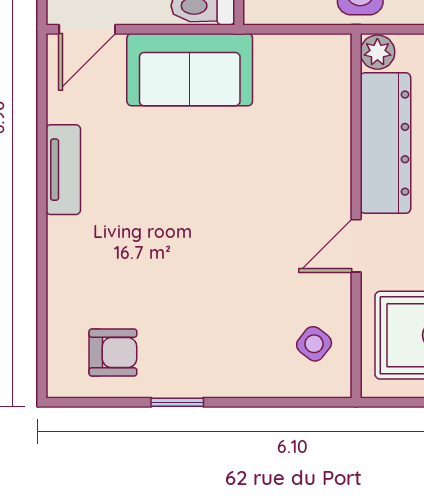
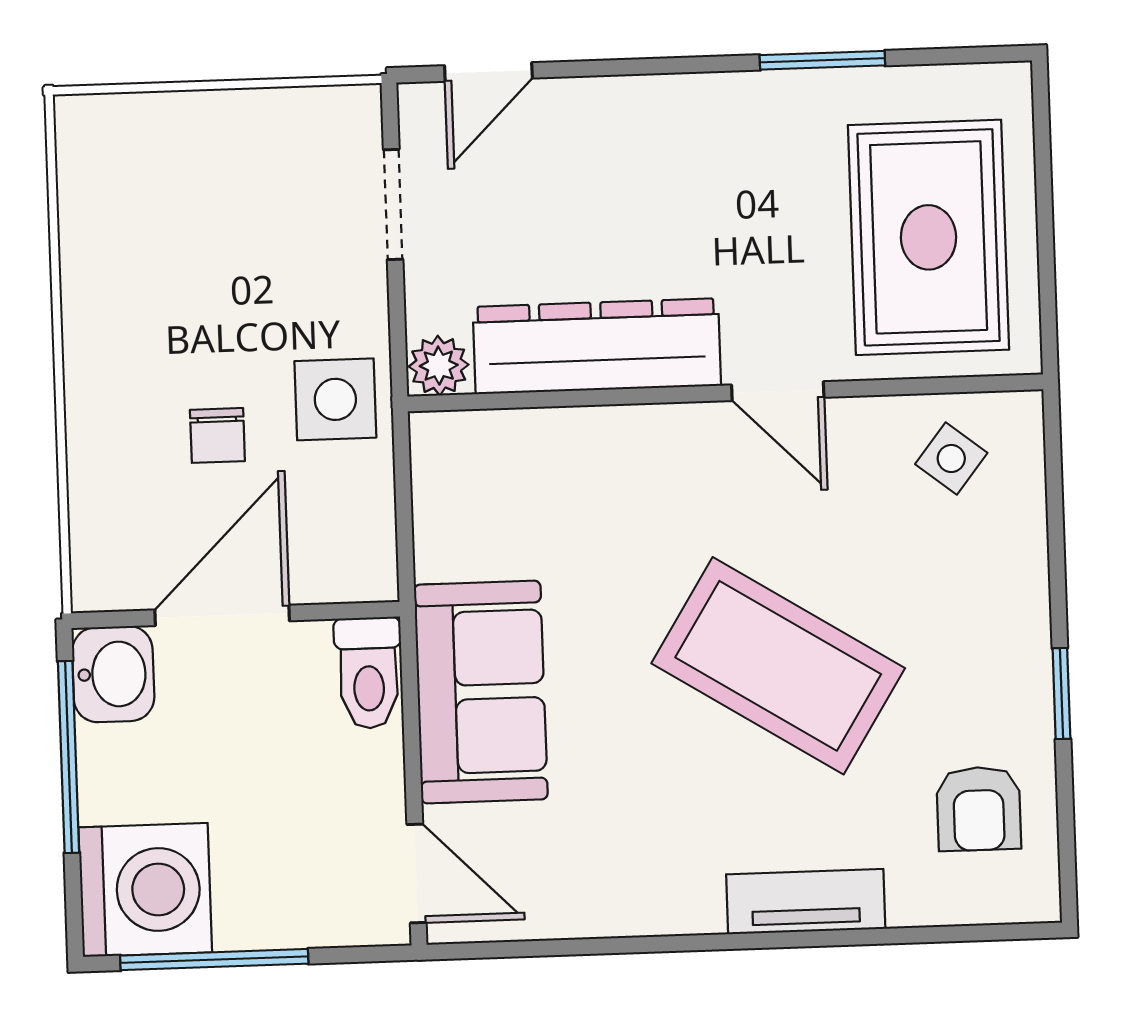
tv unit: (63, 170) -> (806, 902), moved
coffee table: (199, 241) -> (778, 666), added
armchair: (113, 353) -> (979, 809), turned 180

